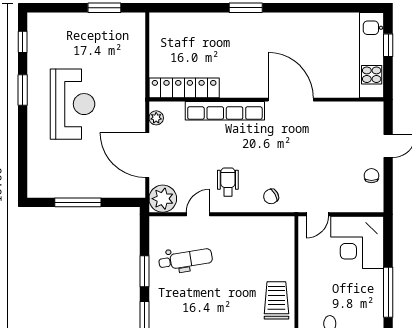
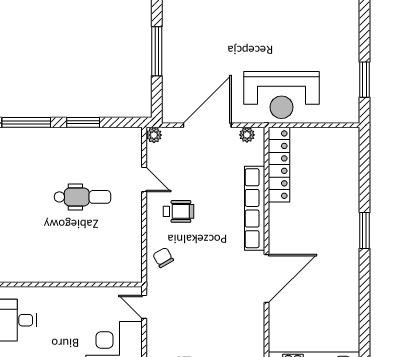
reception desk: (73, 104) -> (282, 95), moved
plant: (163, 199) -> (154, 135), width x0.53, depth x0.53
dental chair: (186, 259) -> (82, 197), moved, turned -81
trolley: (276, 300) -> (52, 263), removed

